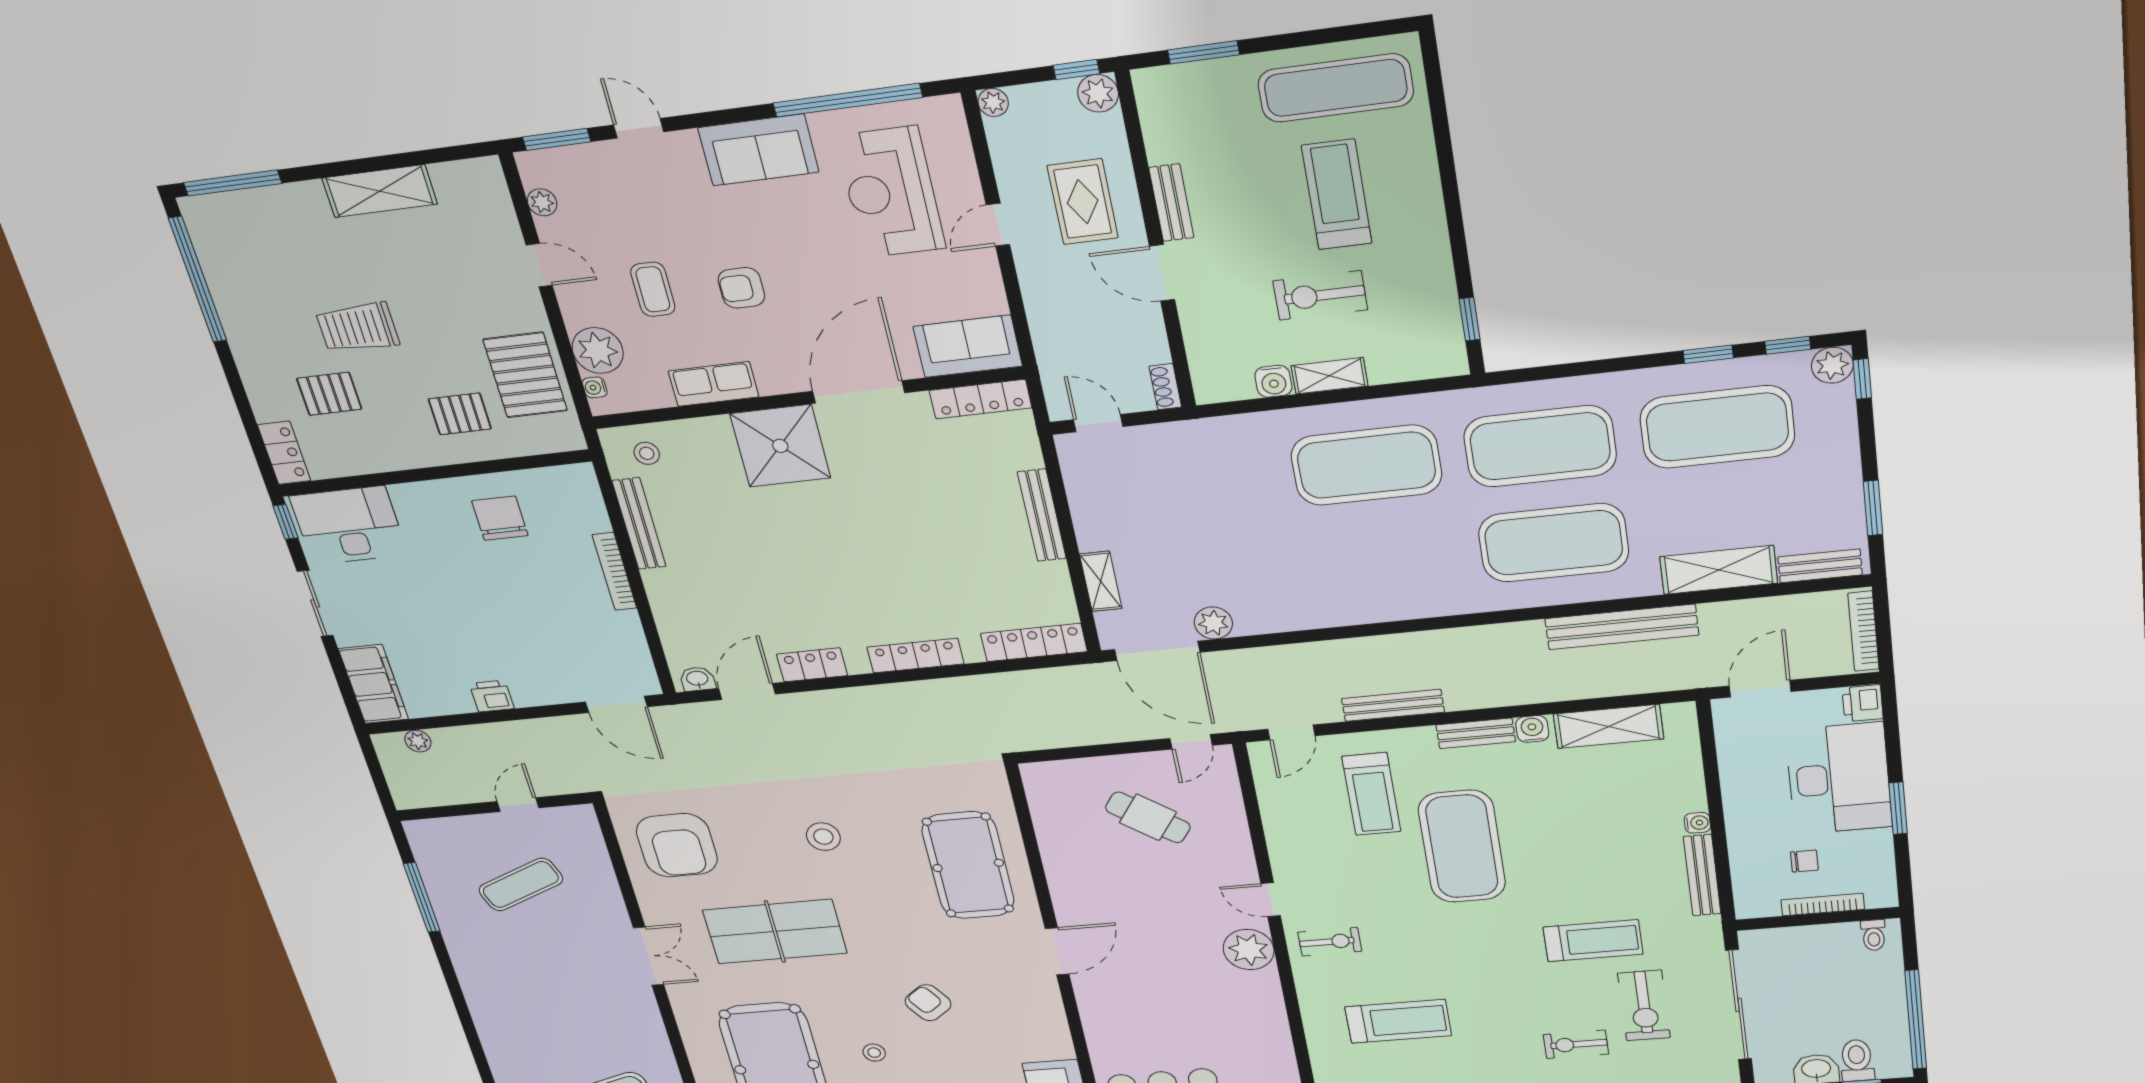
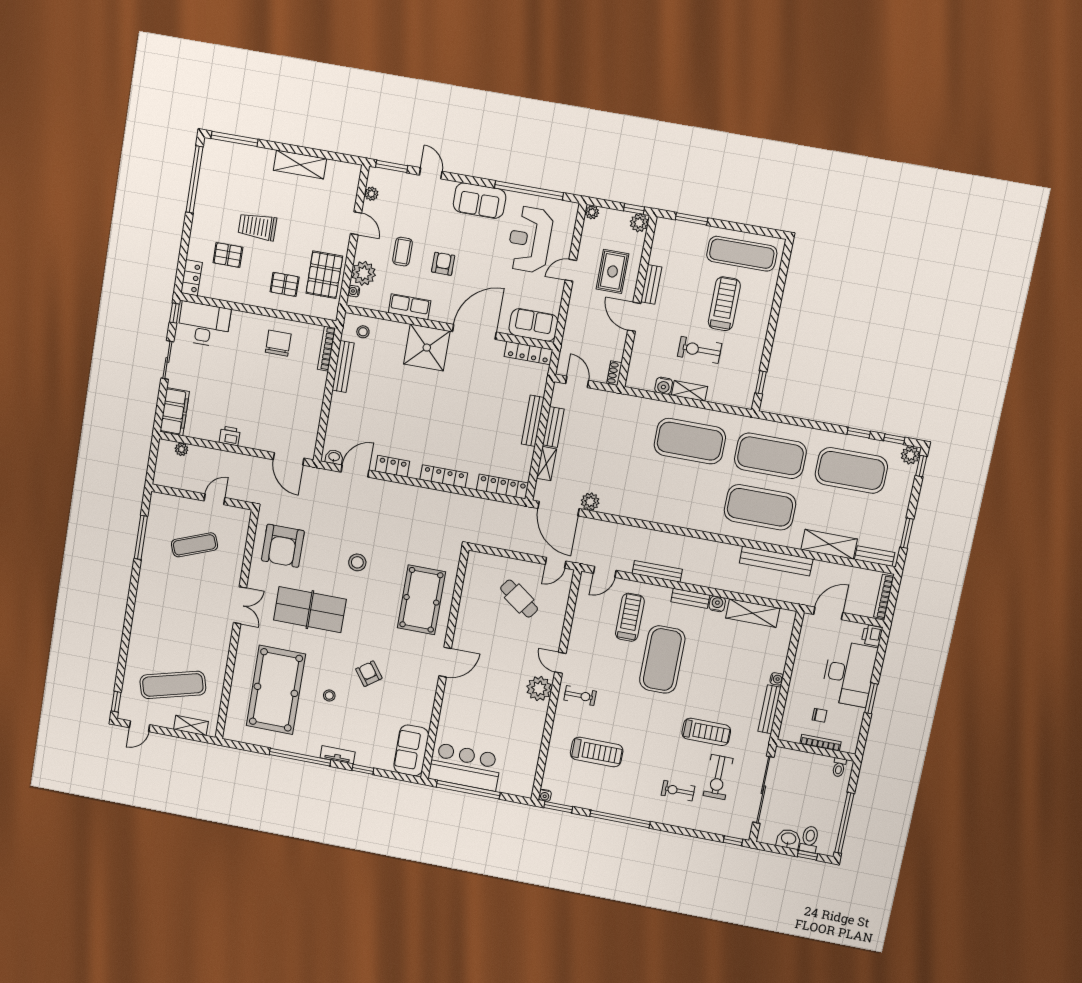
armchair: (741, 288) -> (443, 264), turned 90
bench: (1086, 515) -> (553, 427), added
bookcase: (614, 571) -> (326, 349), moved
treadmill: (1371, 794) -> (630, 617), turned 180

